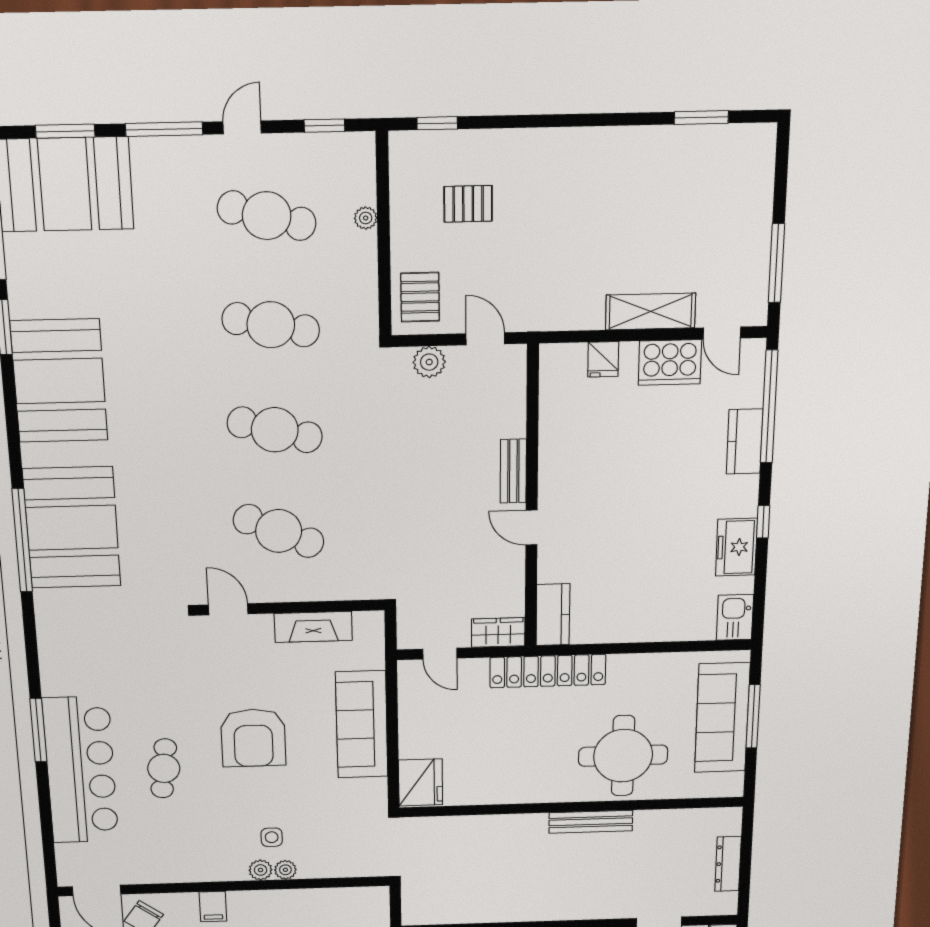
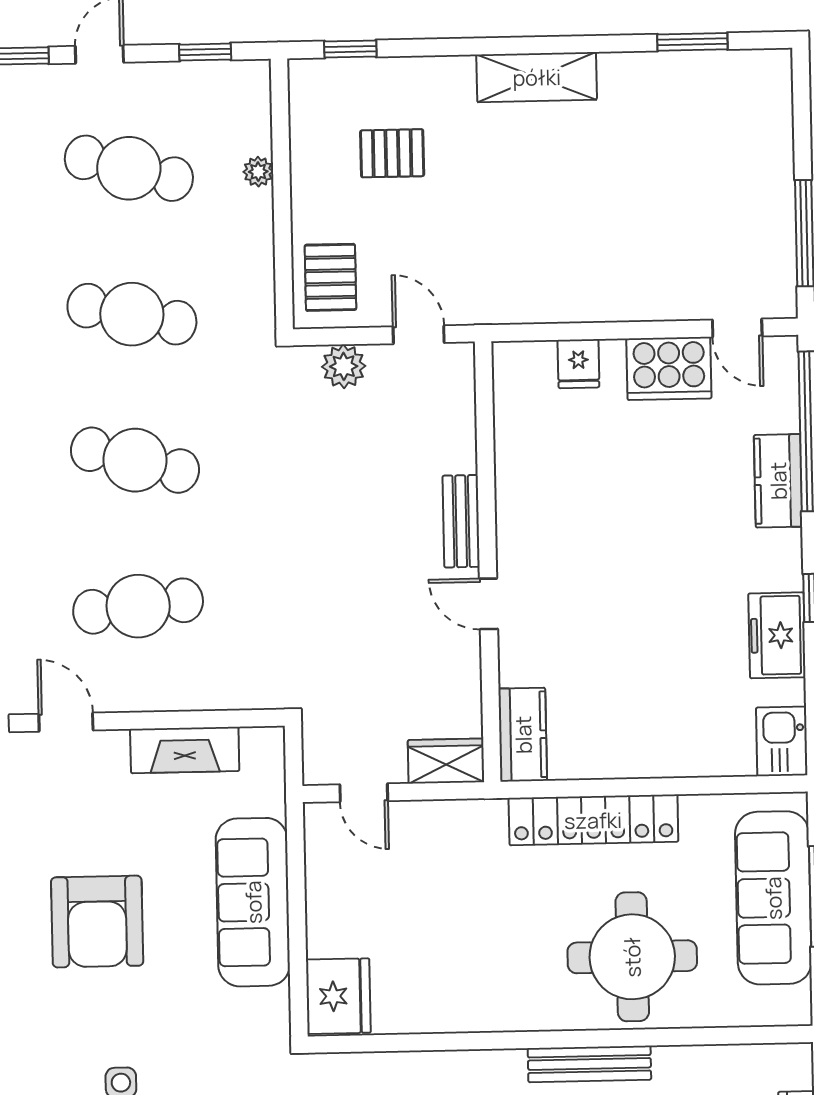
shelving: (651, 311) -> (537, 77), moved
cafe table: (279, 531) -> (138, 606), turned -30
locker: (548, 671) -> (593, 820), moved

